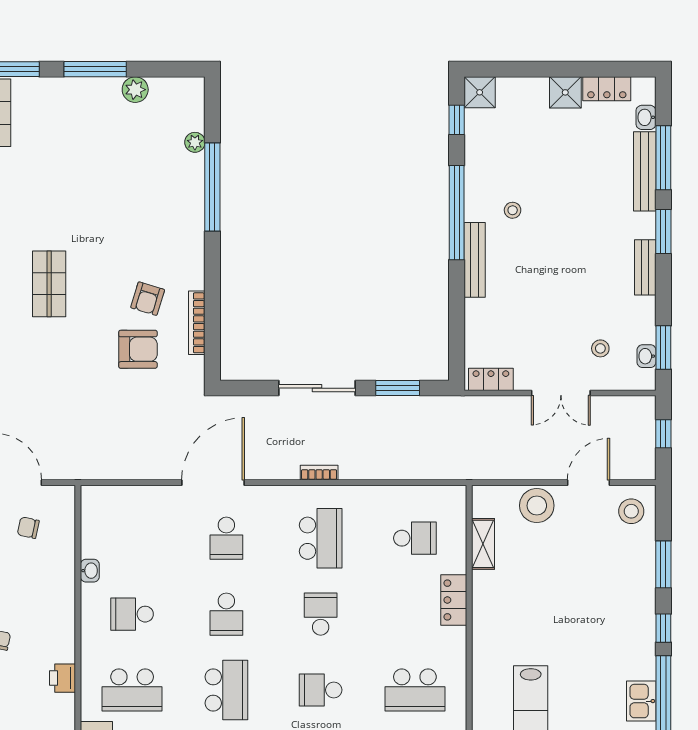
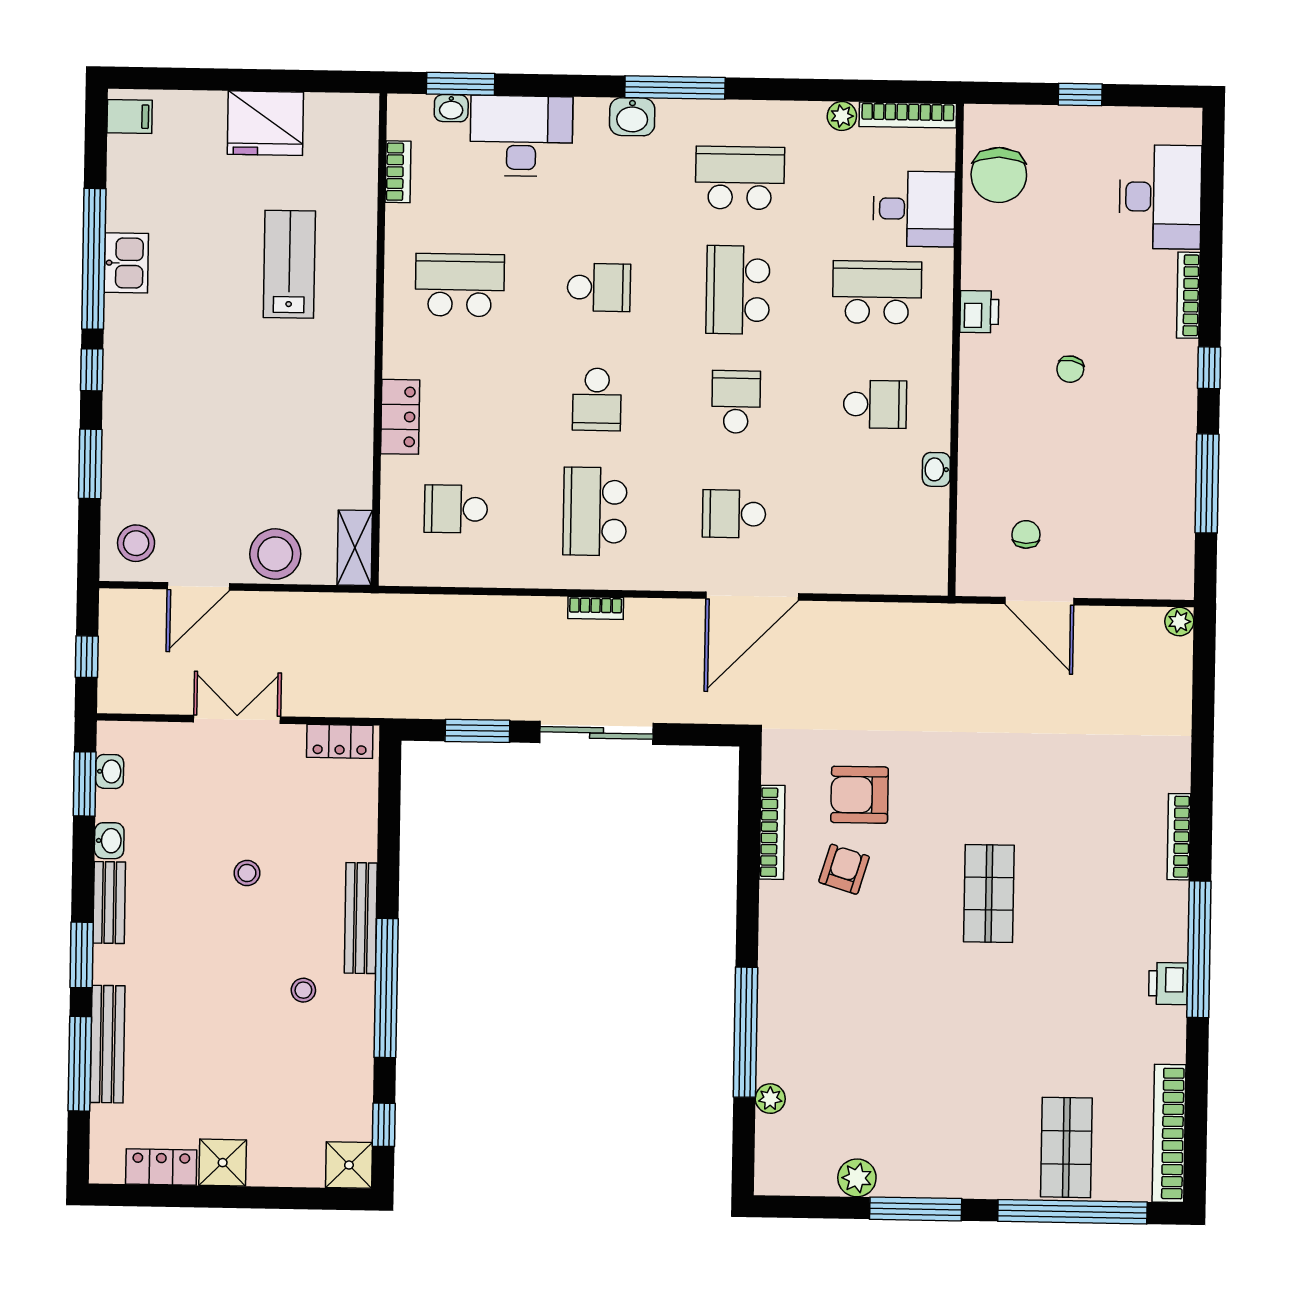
washbasin: (646, 117) -> (109, 841), moved
stool: (600, 348) -> (247, 873), moved
chair: (28, 528) -> (1026, 534), turned -102
school desk: (226, 538) -> (734, 514), turned -90
shelving: (483, 544) -> (355, 548), moved

